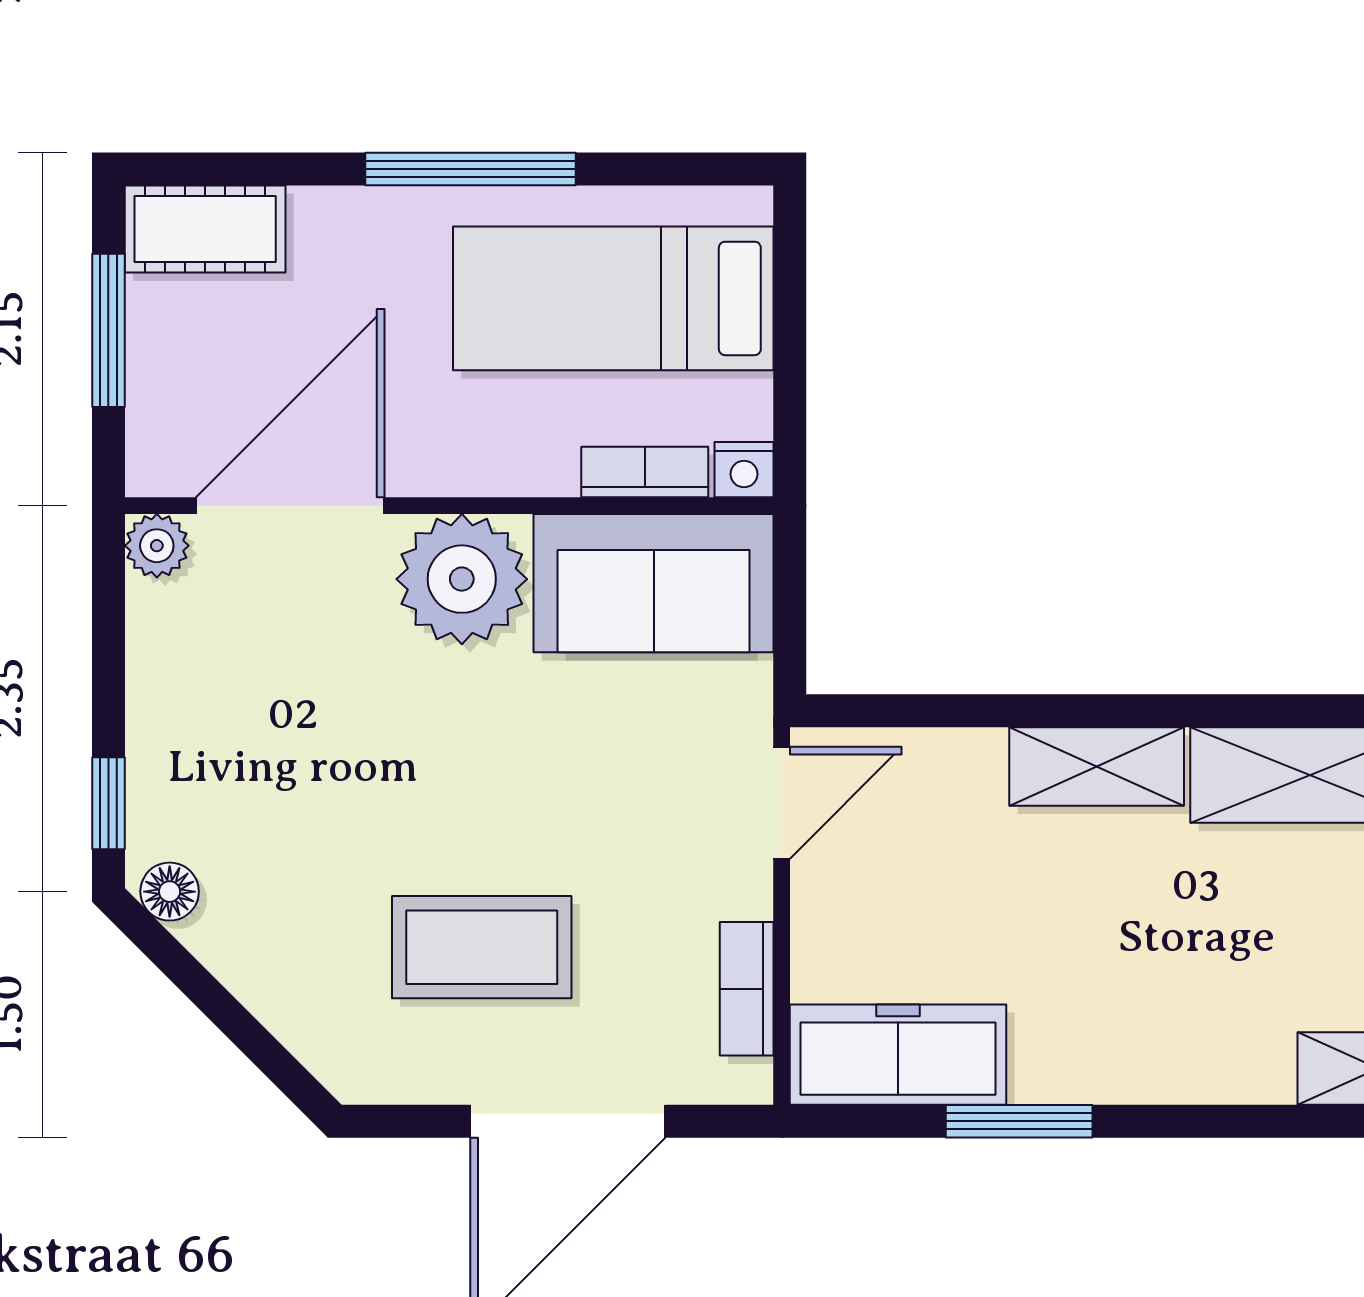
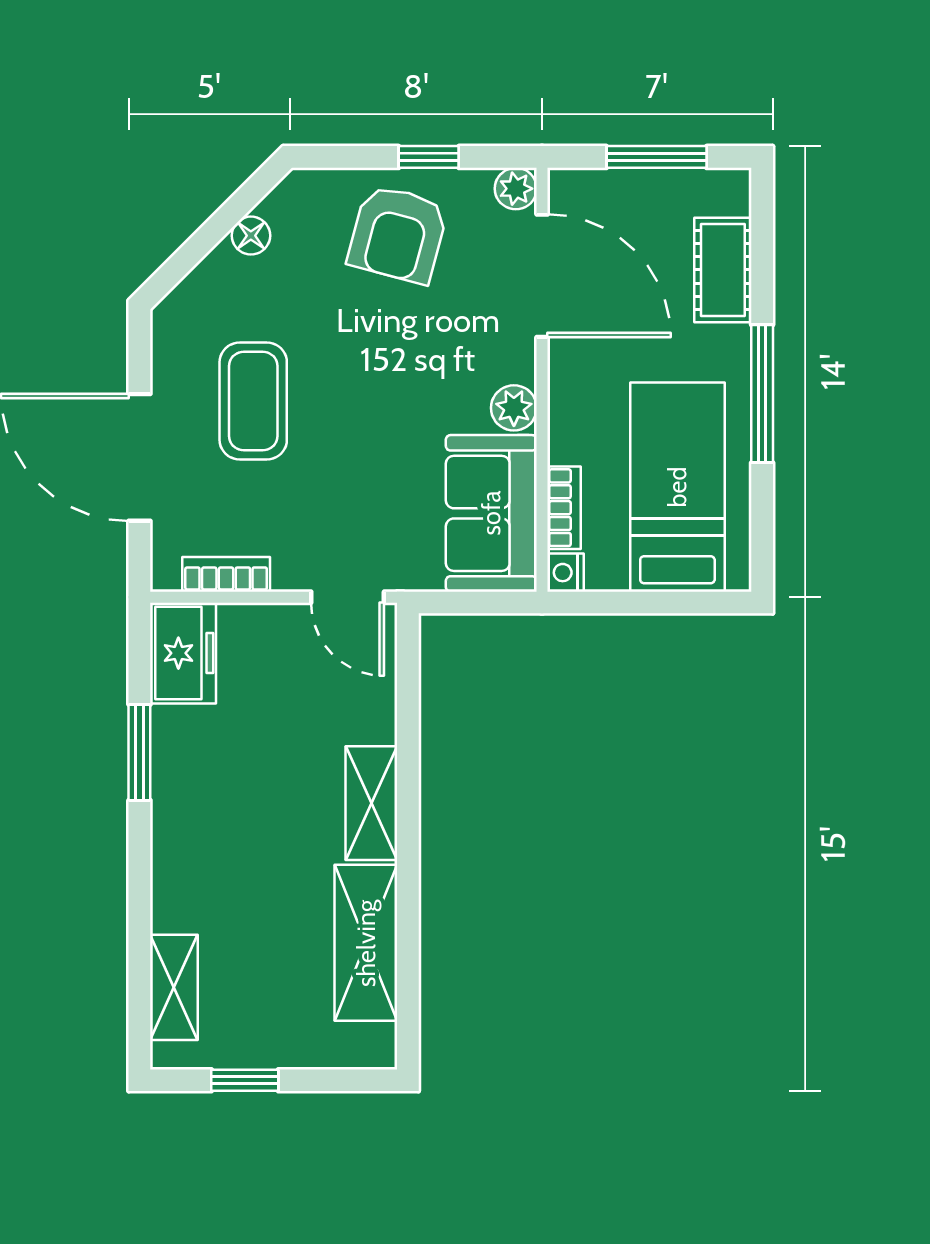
cot: (205, 229) -> (723, 270), moved
plant: (462, 579) -> (514, 408), width x0.53, depth x0.53
armchair: (226, 726) -> (398, 234), added
window: (108, 803) -> (429, 157), moved
floor lamp: (170, 892) -> (251, 236), moved
freezer: (898, 1055) -> (183, 653), width x0.71

